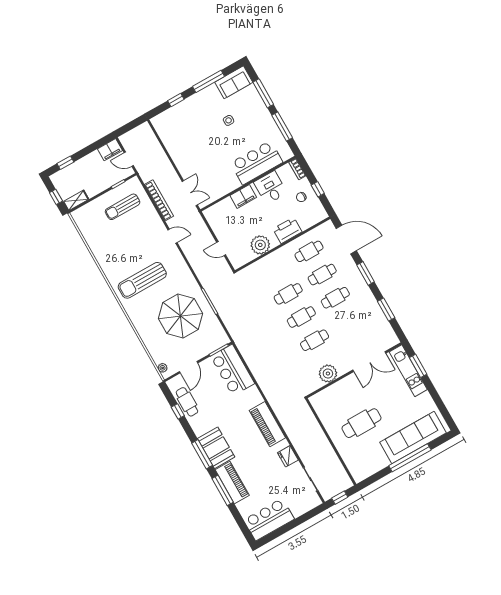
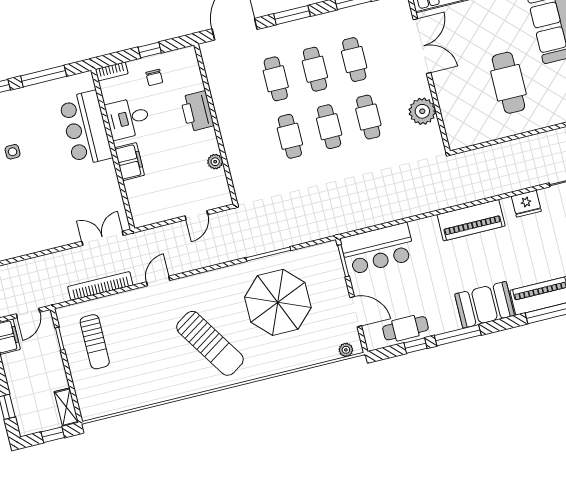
plant: (260, 245) -> (215, 162), width x0.53, depth x0.53
cafe table: (309, 251) -> (354, 60), moved
sun lounger: (142, 280) -> (210, 343), turned -33
window: (202, 454) -> (458, 335), moved

